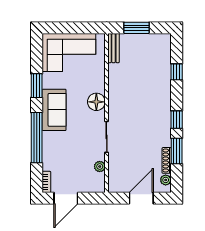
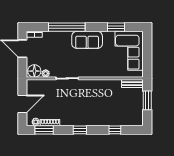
window: (37, 86) -> (116, 27), moved
floor lamp: (96, 102) -> (34, 71), moved
window: (177, 151) -> (44, 130), moved
door: (141, 198) -> (22, 104), hinge flipped

